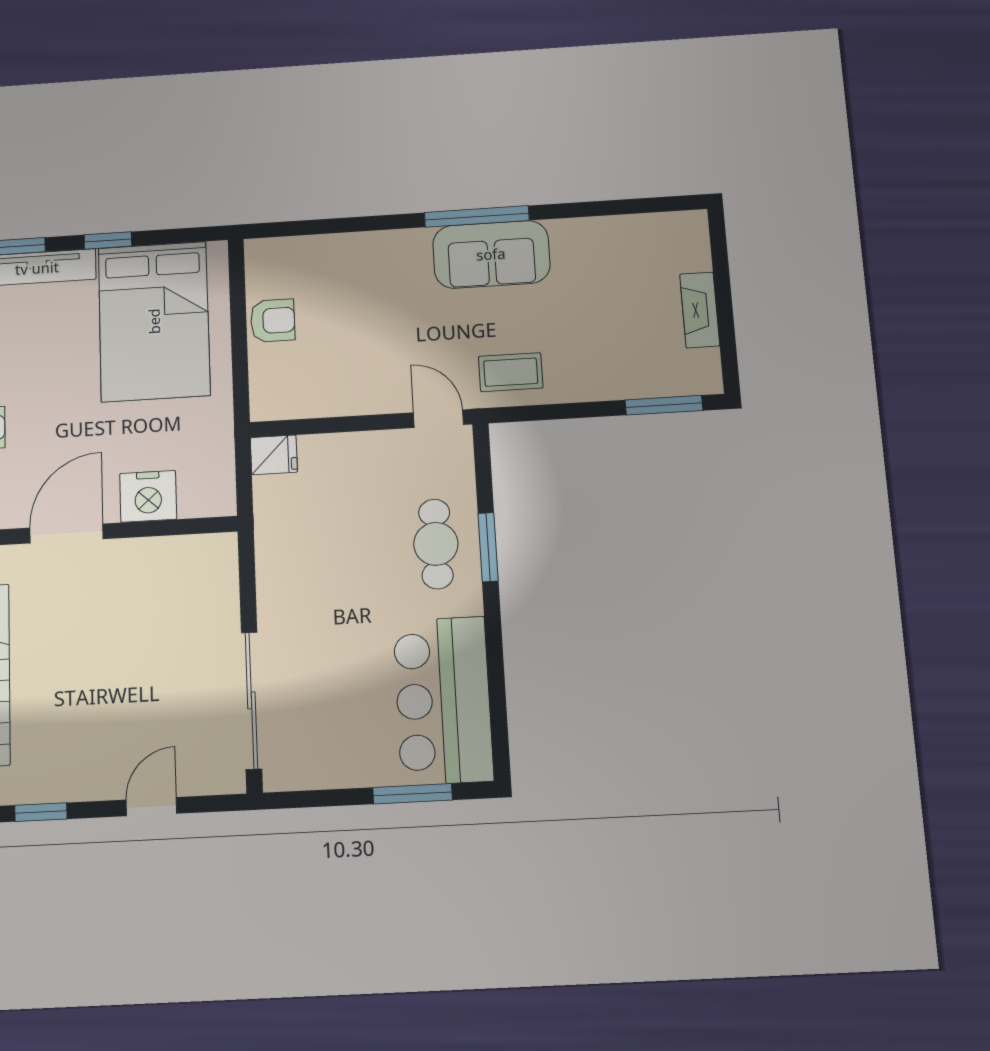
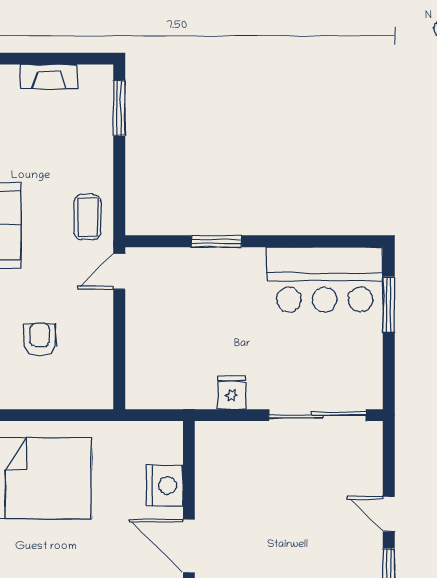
armchair: (273, 321) -> (40, 340), moved
fridge: (274, 455) -> (232, 393), moved
cafe table: (436, 544) -> (212, 278), removed
door: (151, 807) -> (389, 514), moved

